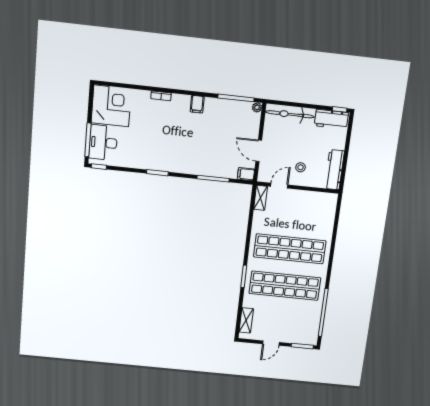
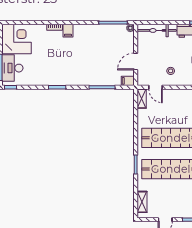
filing cabinet: (197, 104) -> (68, 31), moved
door: (259, 151) -> (136, 61), hinge flipped
door: (279, 186) -> (155, 87), swing flipped

